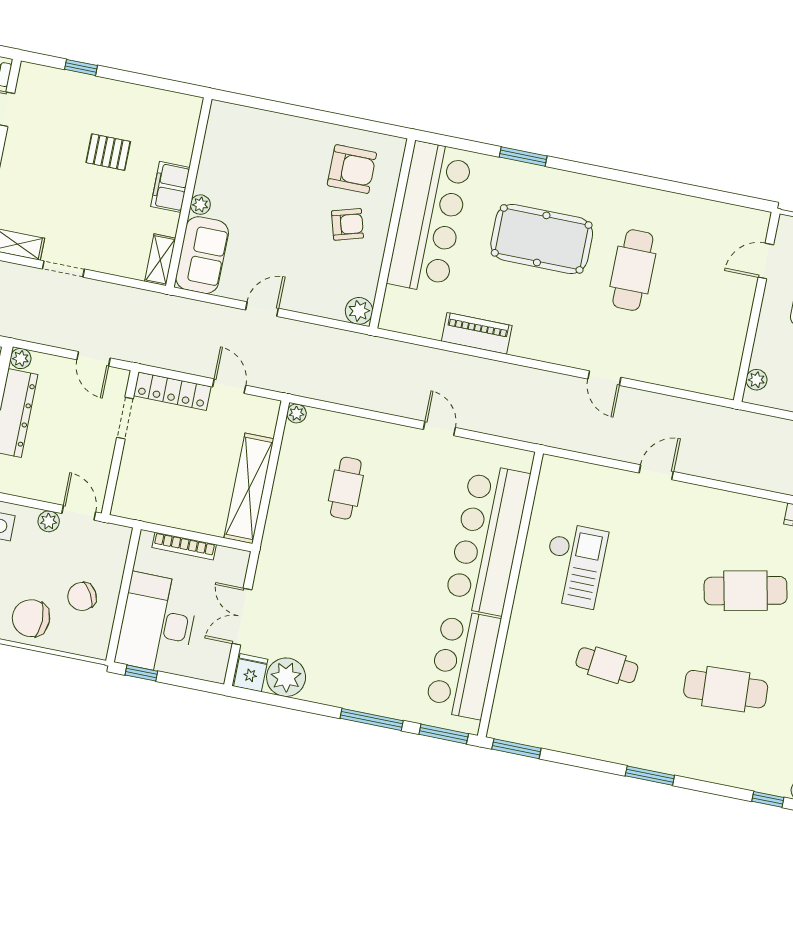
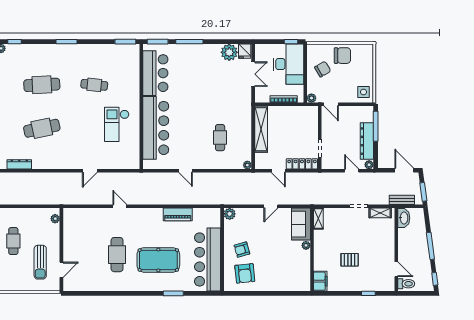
armchair: (352, 169) -> (245, 273), turned -96
filing cabinet: (170, 187) -> (320, 281), moved
door: (94, 359) -> (352, 171), moved
plant: (49, 521) -> (311, 98), moved

